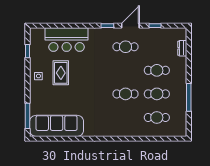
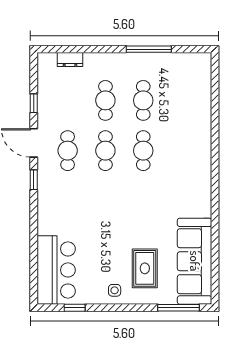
bar counter: (67, 40) -> (56, 270), moved
rug: (61, 73) -> (145, 268), moved, turned 90
cafe table: (157, 117) -> (105, 151), moved

